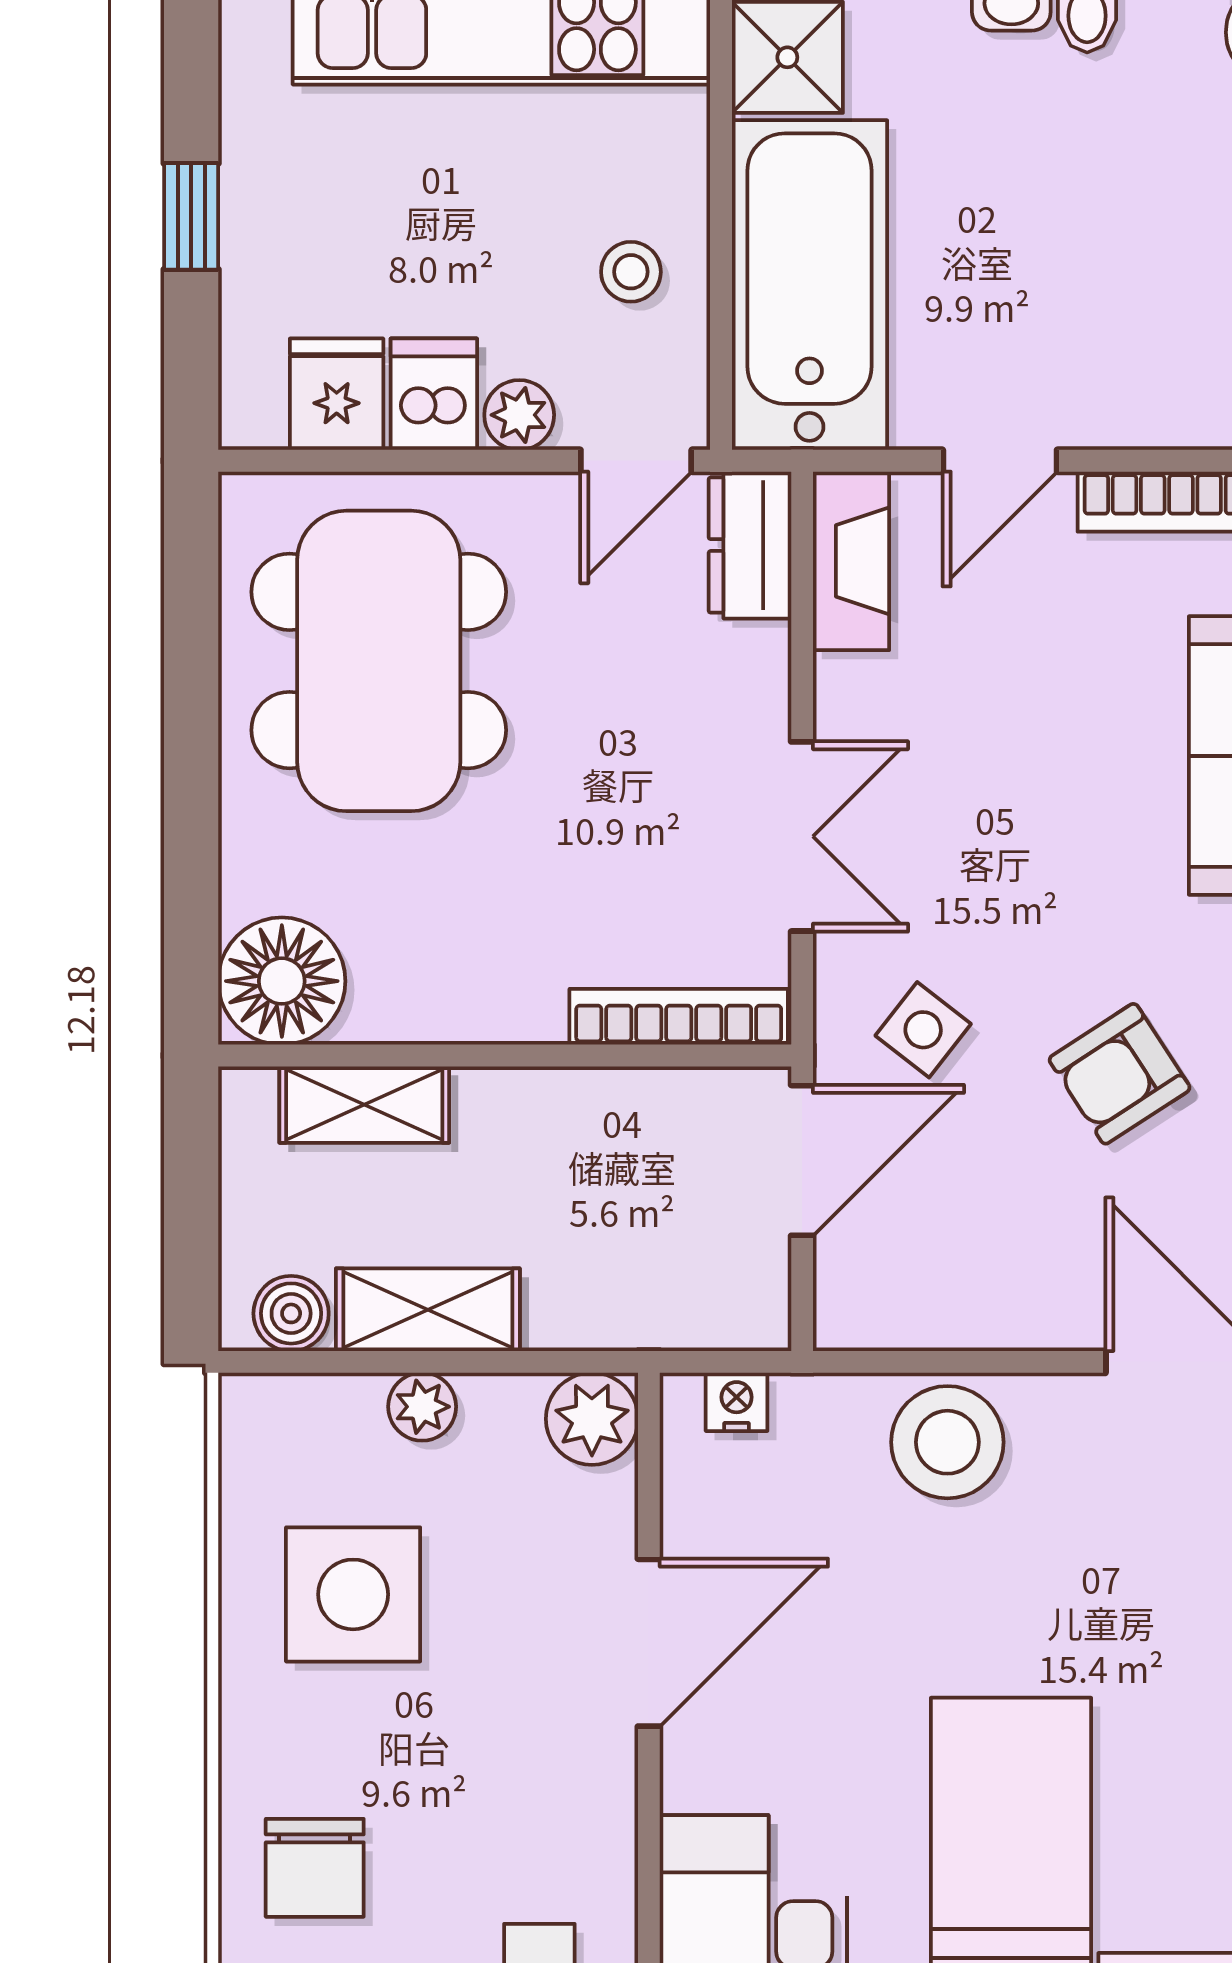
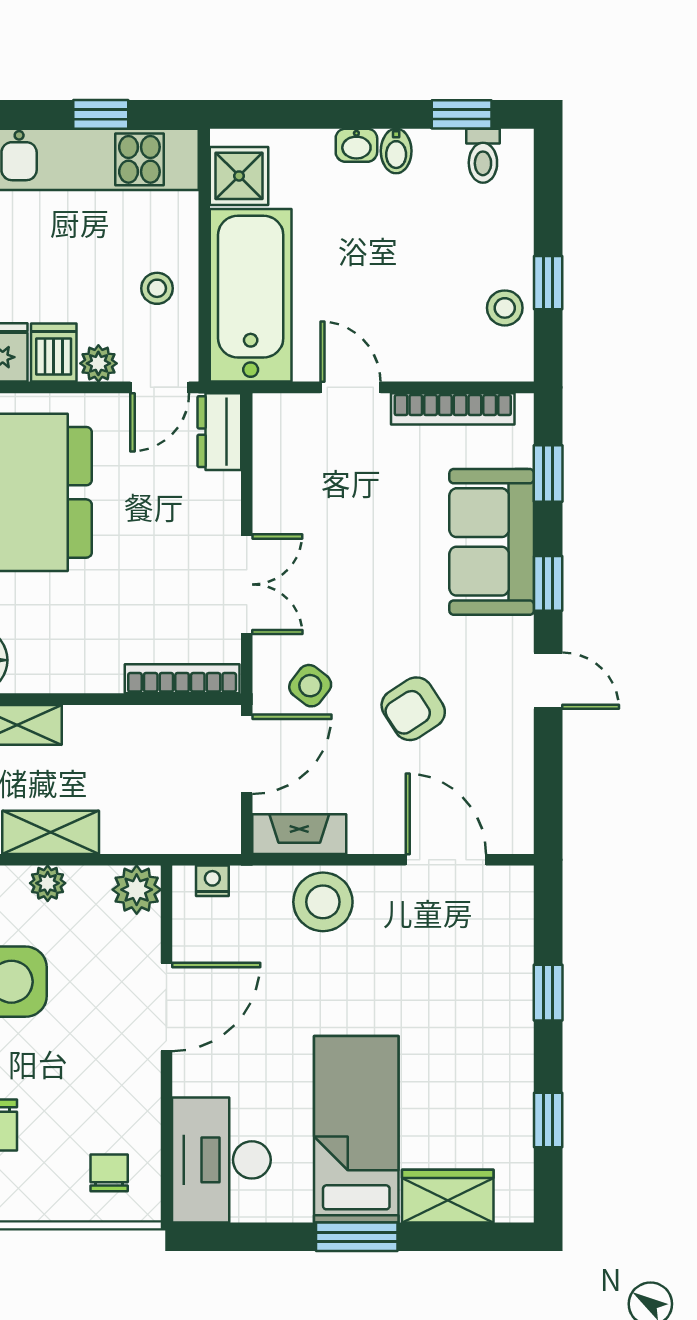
door: (1000, 461) -> (350, 387), swing flipped
fireplace: (851, 561) -> (299, 834), moved, turned -90

